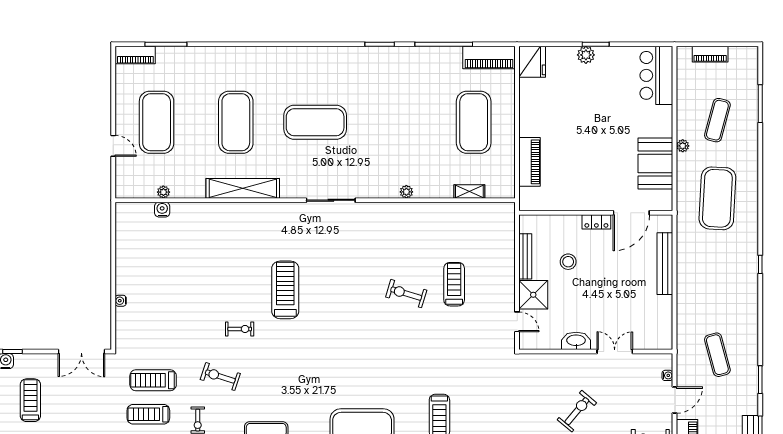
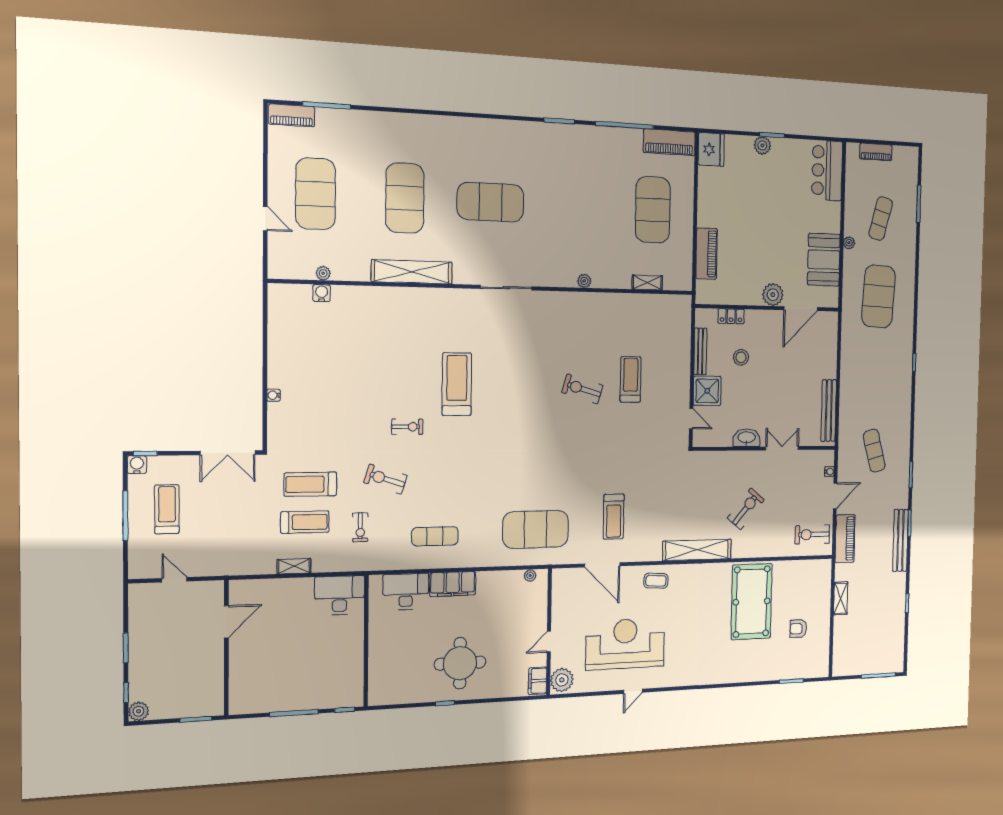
plant: (601, 200) -> (773, 295), added
locker: (596, 222) -> (731, 316), moved
bench: (665, 264) -> (829, 410), moved
treadmill: (148, 414) -> (305, 522), turned 180

